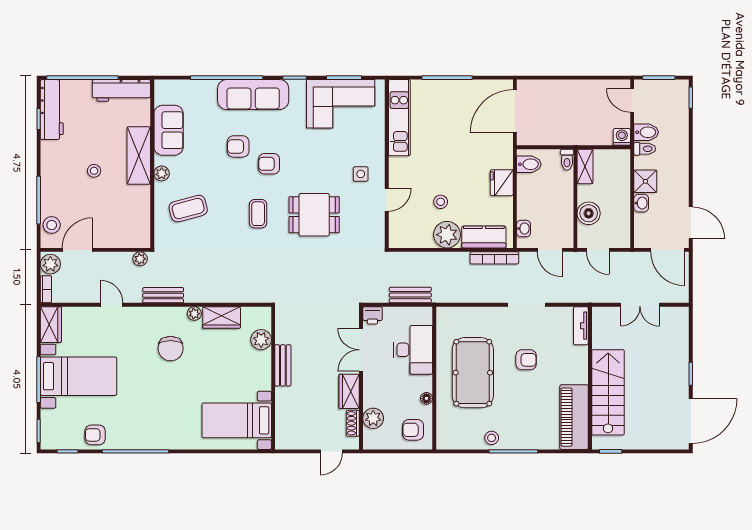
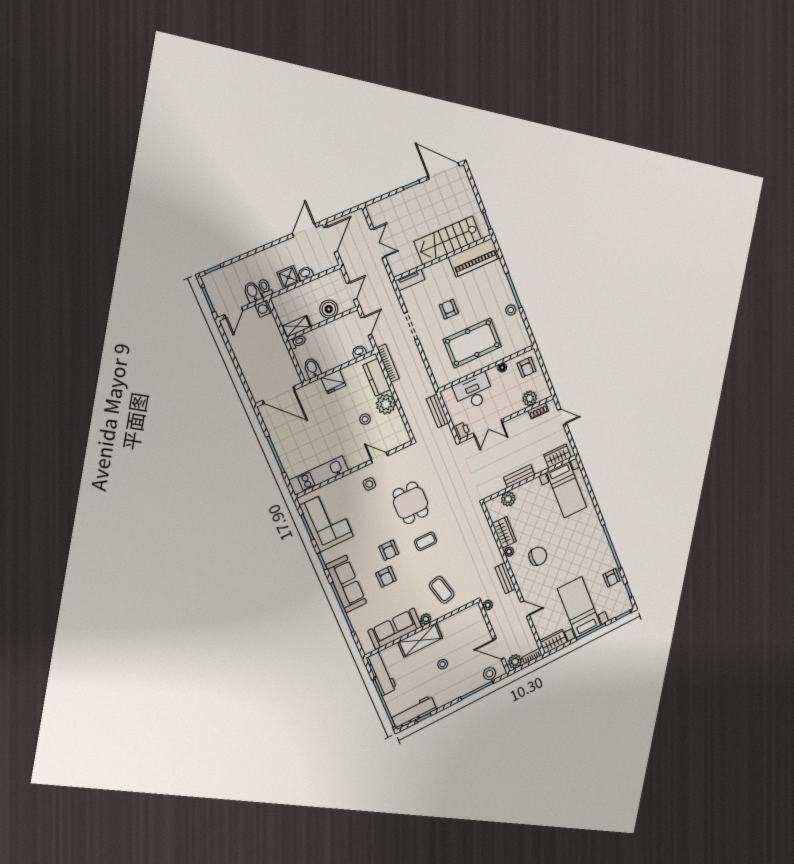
sofa: (169, 130) -> (395, 629), width x1.36
door: (112, 305) -> (525, 609), swing flipped
wardrobe: (349, 391) -> (557, 456), moved, turned 180

